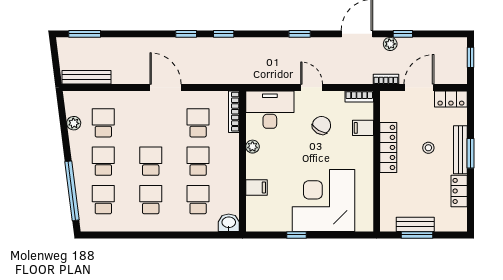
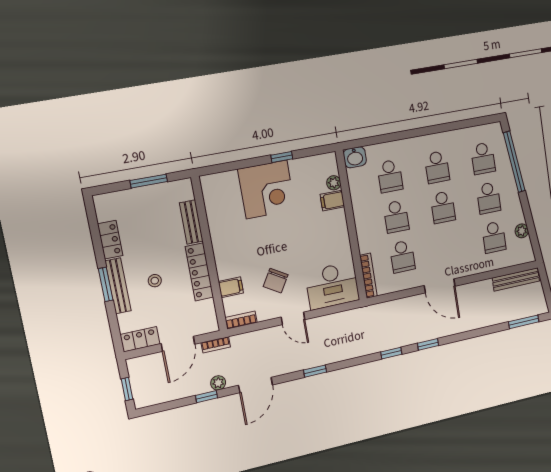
plant: (252, 147) -> (334, 183), moved
corner desk: (323, 200) -> (267, 189), width x0.74, depth x0.74
bench: (415, 224) -> (191, 222), moved, turned 90

